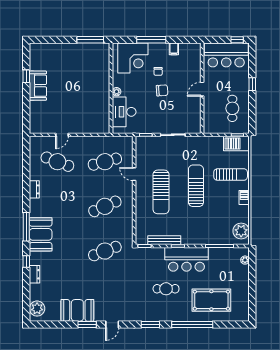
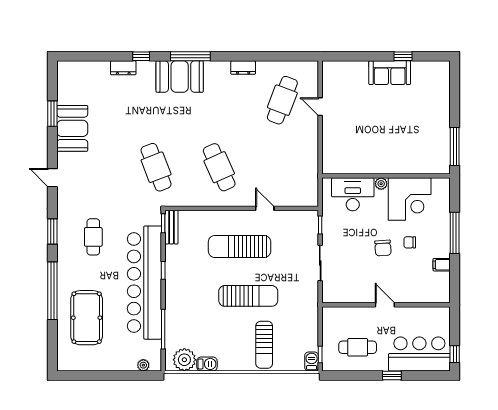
bar counter: (226, 55) -> (419, 354), moved, turned 90
corner desk: (133, 58) -> (410, 199), moved, turned -90
barbecue: (236, 144) -> (312, 361), width x0.53, depth x0.65
cafe table: (105, 162) -> (282, 167), removed
door: (134, 174) -> (265, 208), hinge flipped
barbecue: (244, 198) -> (207, 364), moved
bench: (164, 240) -> (171, 227), moved, width x0.73
bar counter: (186, 259) -> (144, 283), width x1.86
cafe table: (166, 289) -> (93, 237), moved
plant: (37, 309) -> (75, 71), removed
window: (87, 324) -> (52, 114), moved

